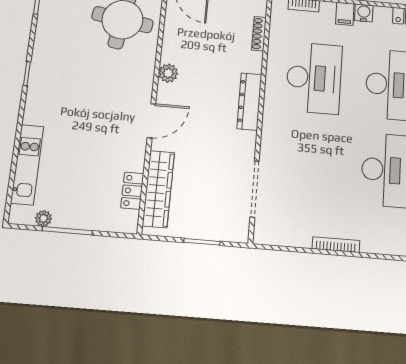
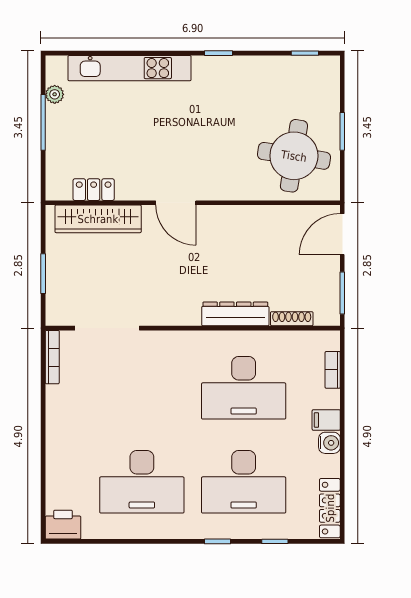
plant: (168, 73) -> (234, 216), removed
dresser: (249, 102) -> (235, 314), moved
kitchen unit: (27, 165) -> (130, 68), width x1.36
bookcase: (336, 245) -> (52, 357), moved

